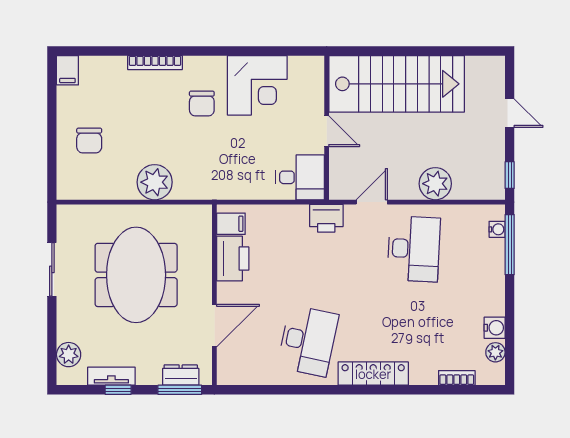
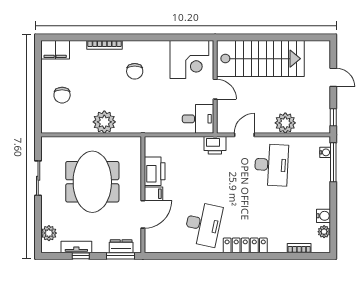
filing cabinet: (67, 70) -> (55, 50), width x2.00
corner desk: (257, 85) -> (189, 60), moved
filing cabinet: (231, 224) -> (153, 194), moved

